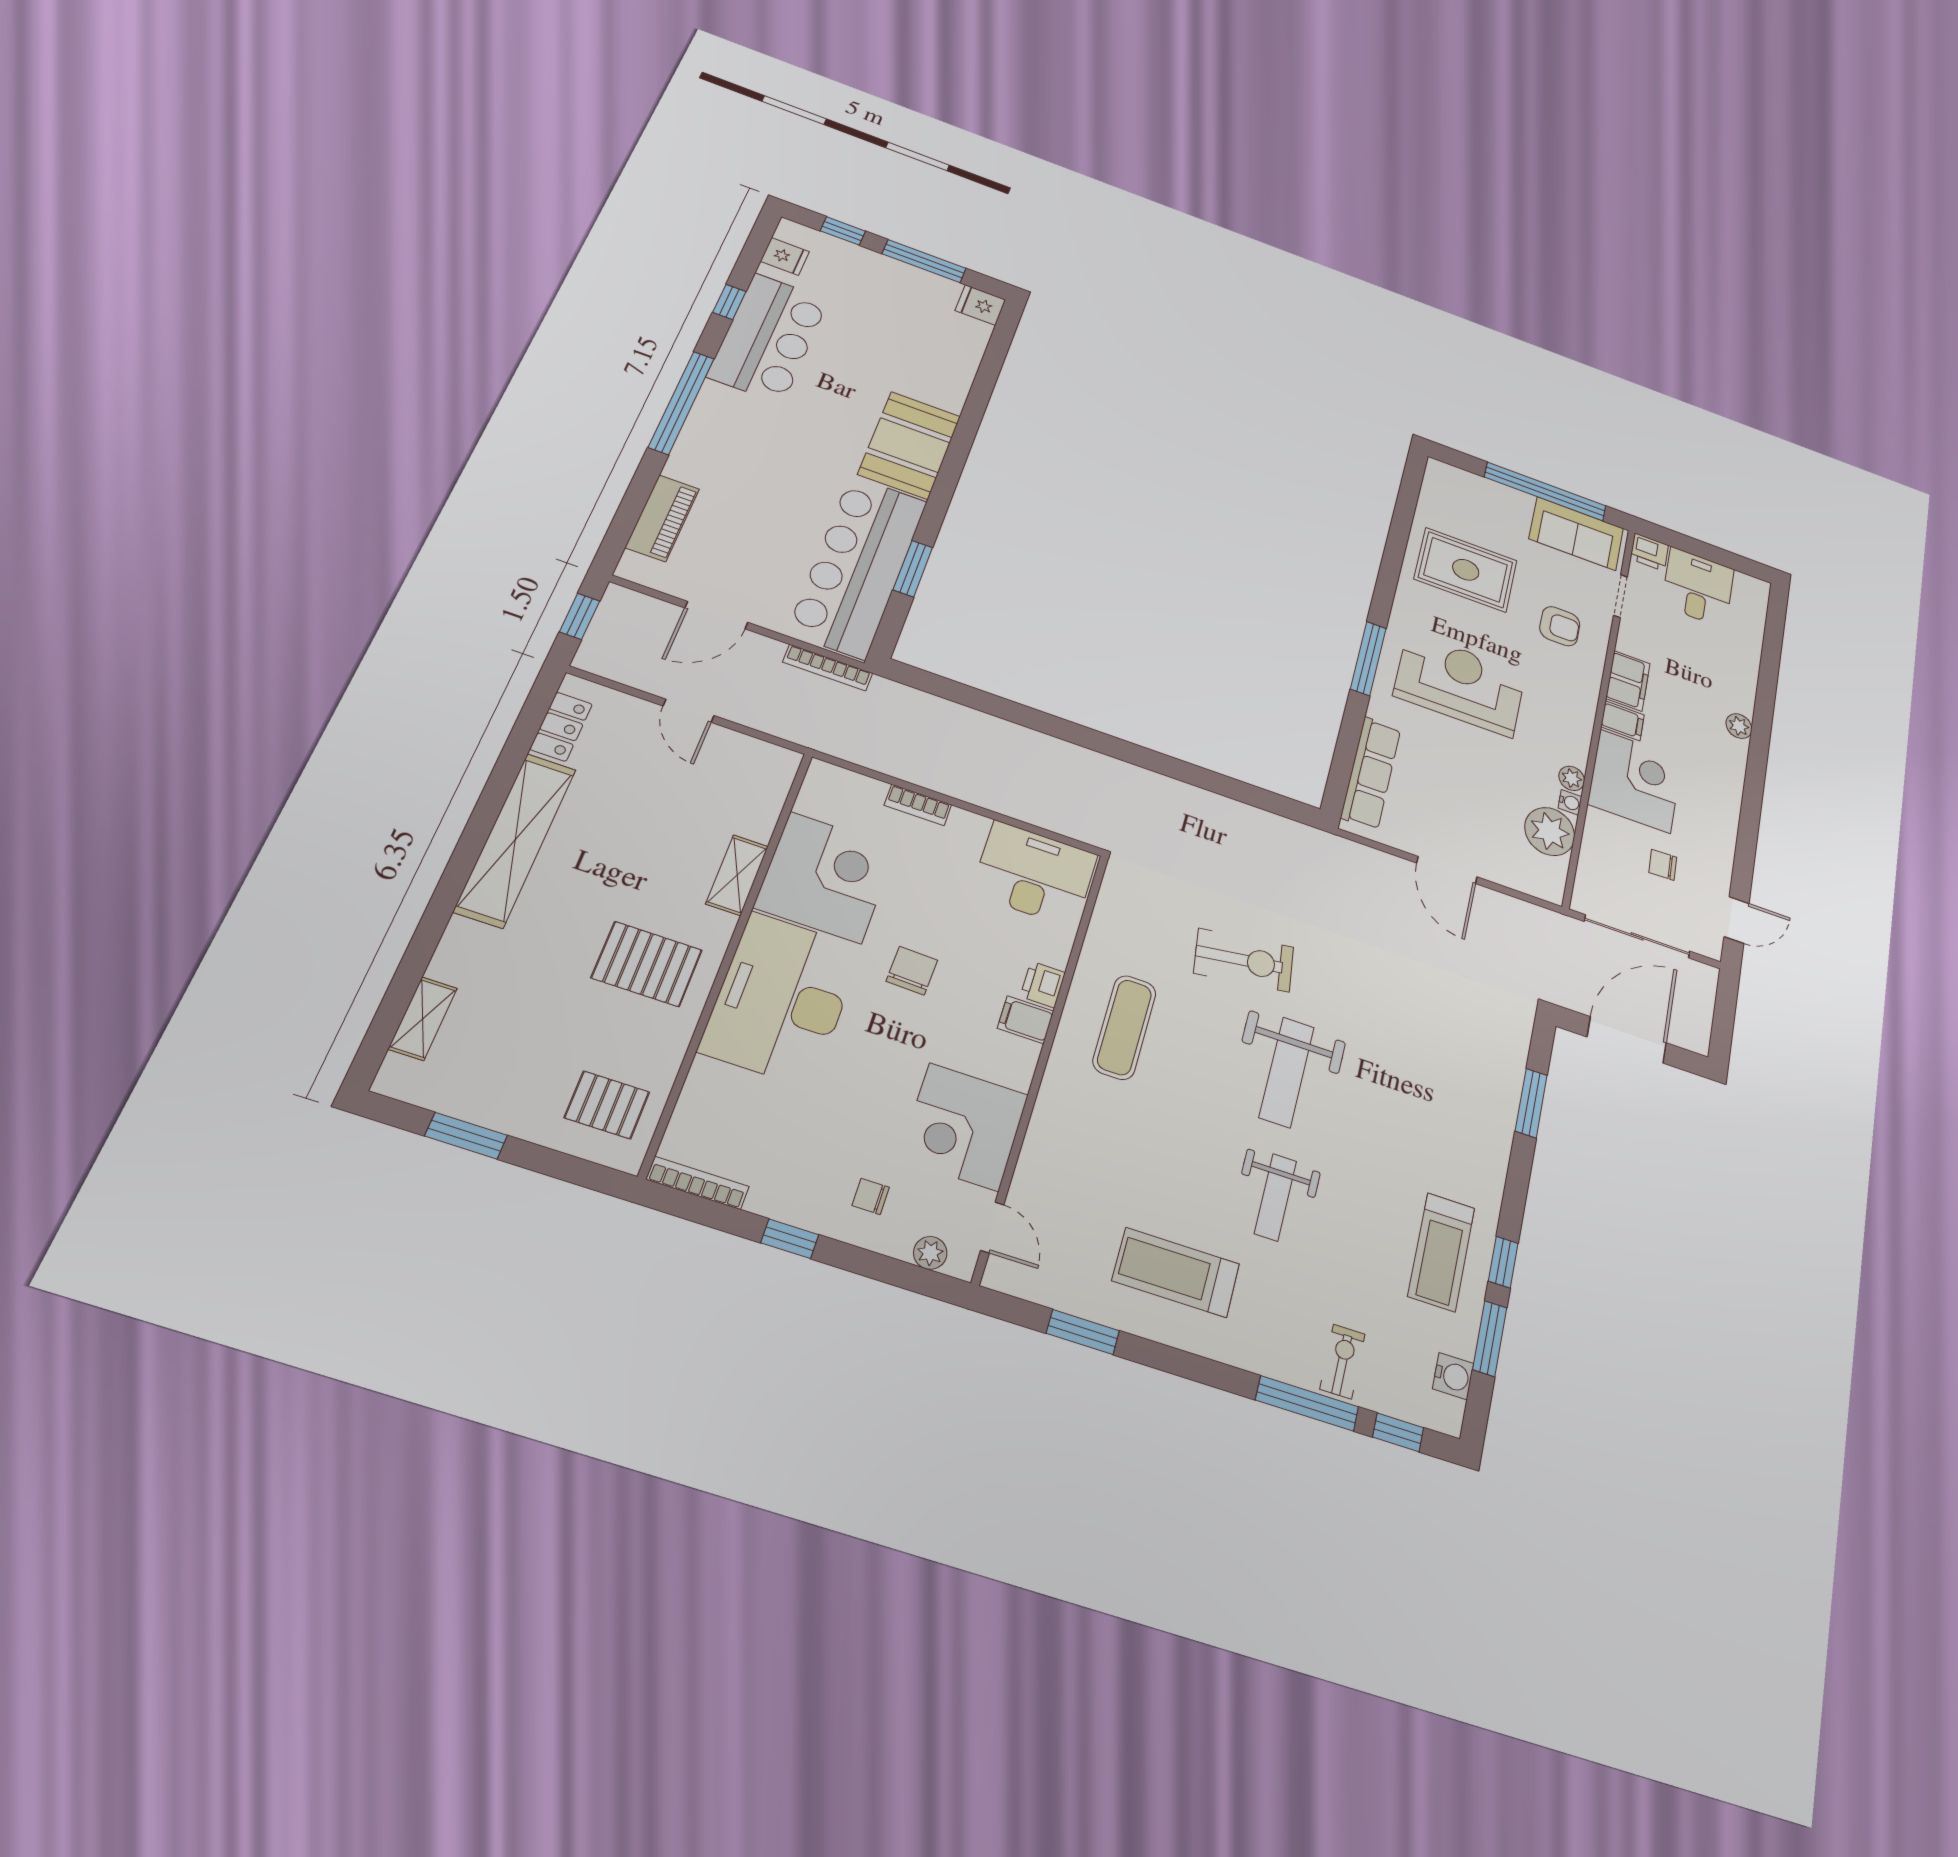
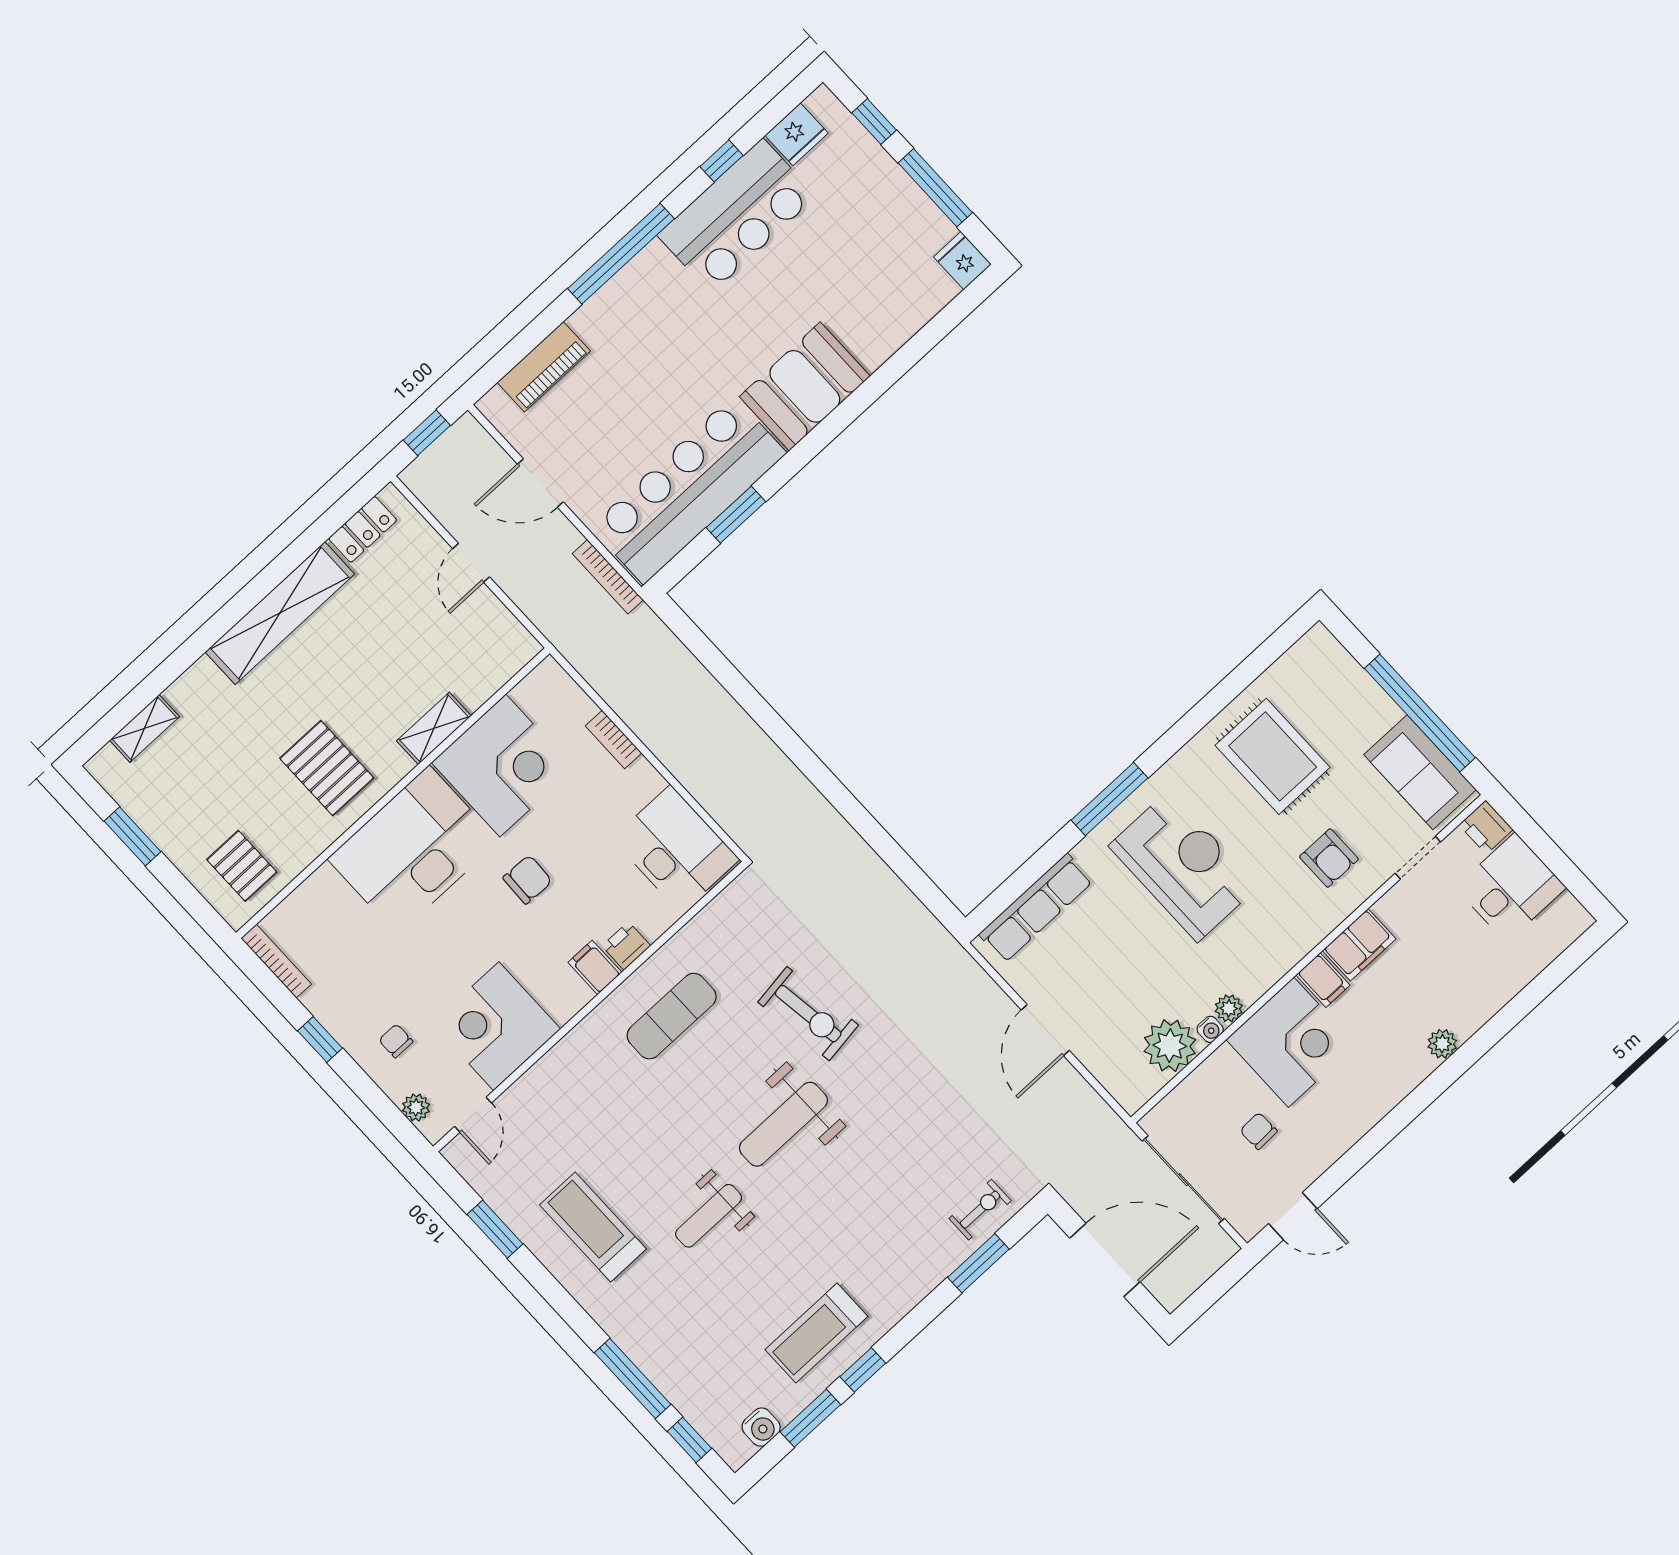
fridge: (785, 256) -> (797, 134), width x1.38
exercise bike: (1342, 1361) -> (980, 1210), moved

